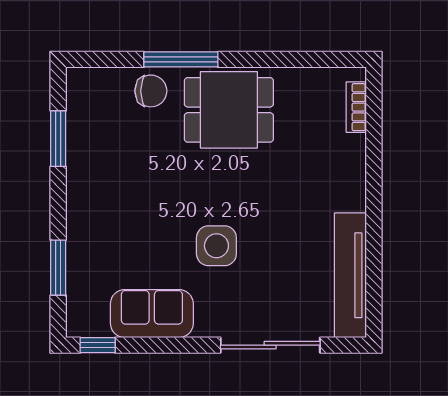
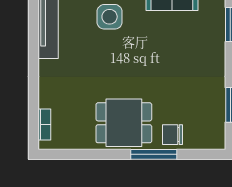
side table: (216, 246) -> (110, 17), moved

